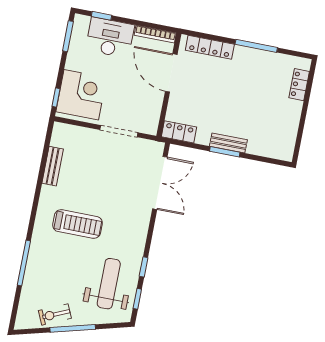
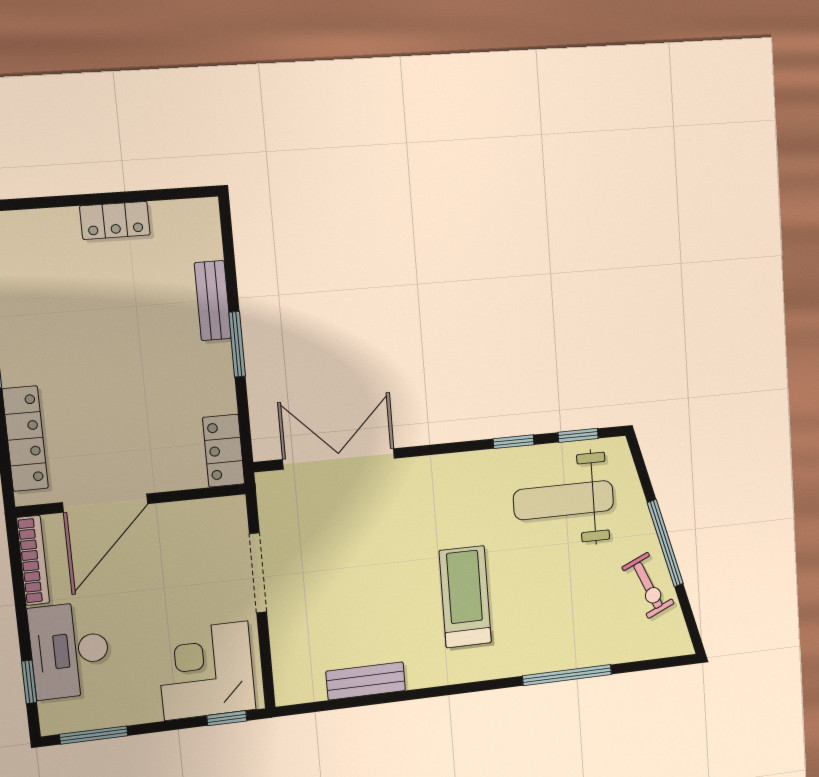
locker: (299, 85) -> (115, 220), moved
bench: (228, 143) -> (213, 301), moved

